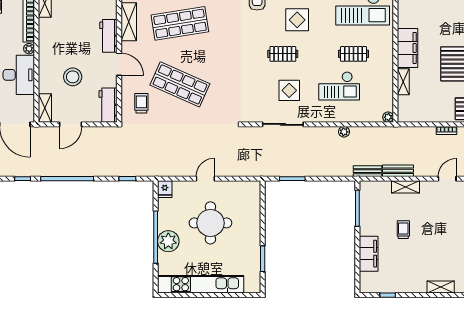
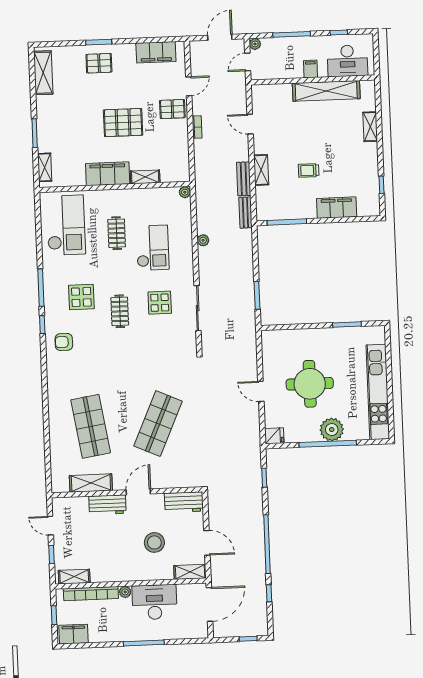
trolley: (141, 103) -> (180, 465), removed

